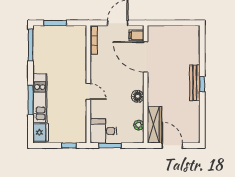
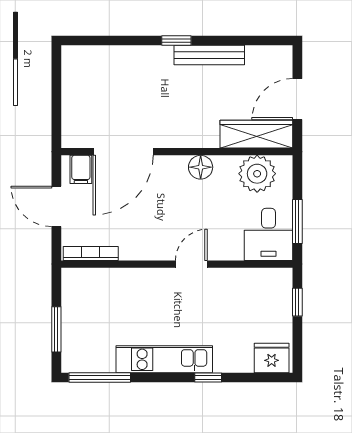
bench: (195, 83) -> (209, 55), moved
kitchen unit: (40, 98) -> (164, 359), moved
window: (31, 100) -> (208, 377), width x0.46
plant: (139, 125) -> (257, 174), width x1.88, depth x1.88

